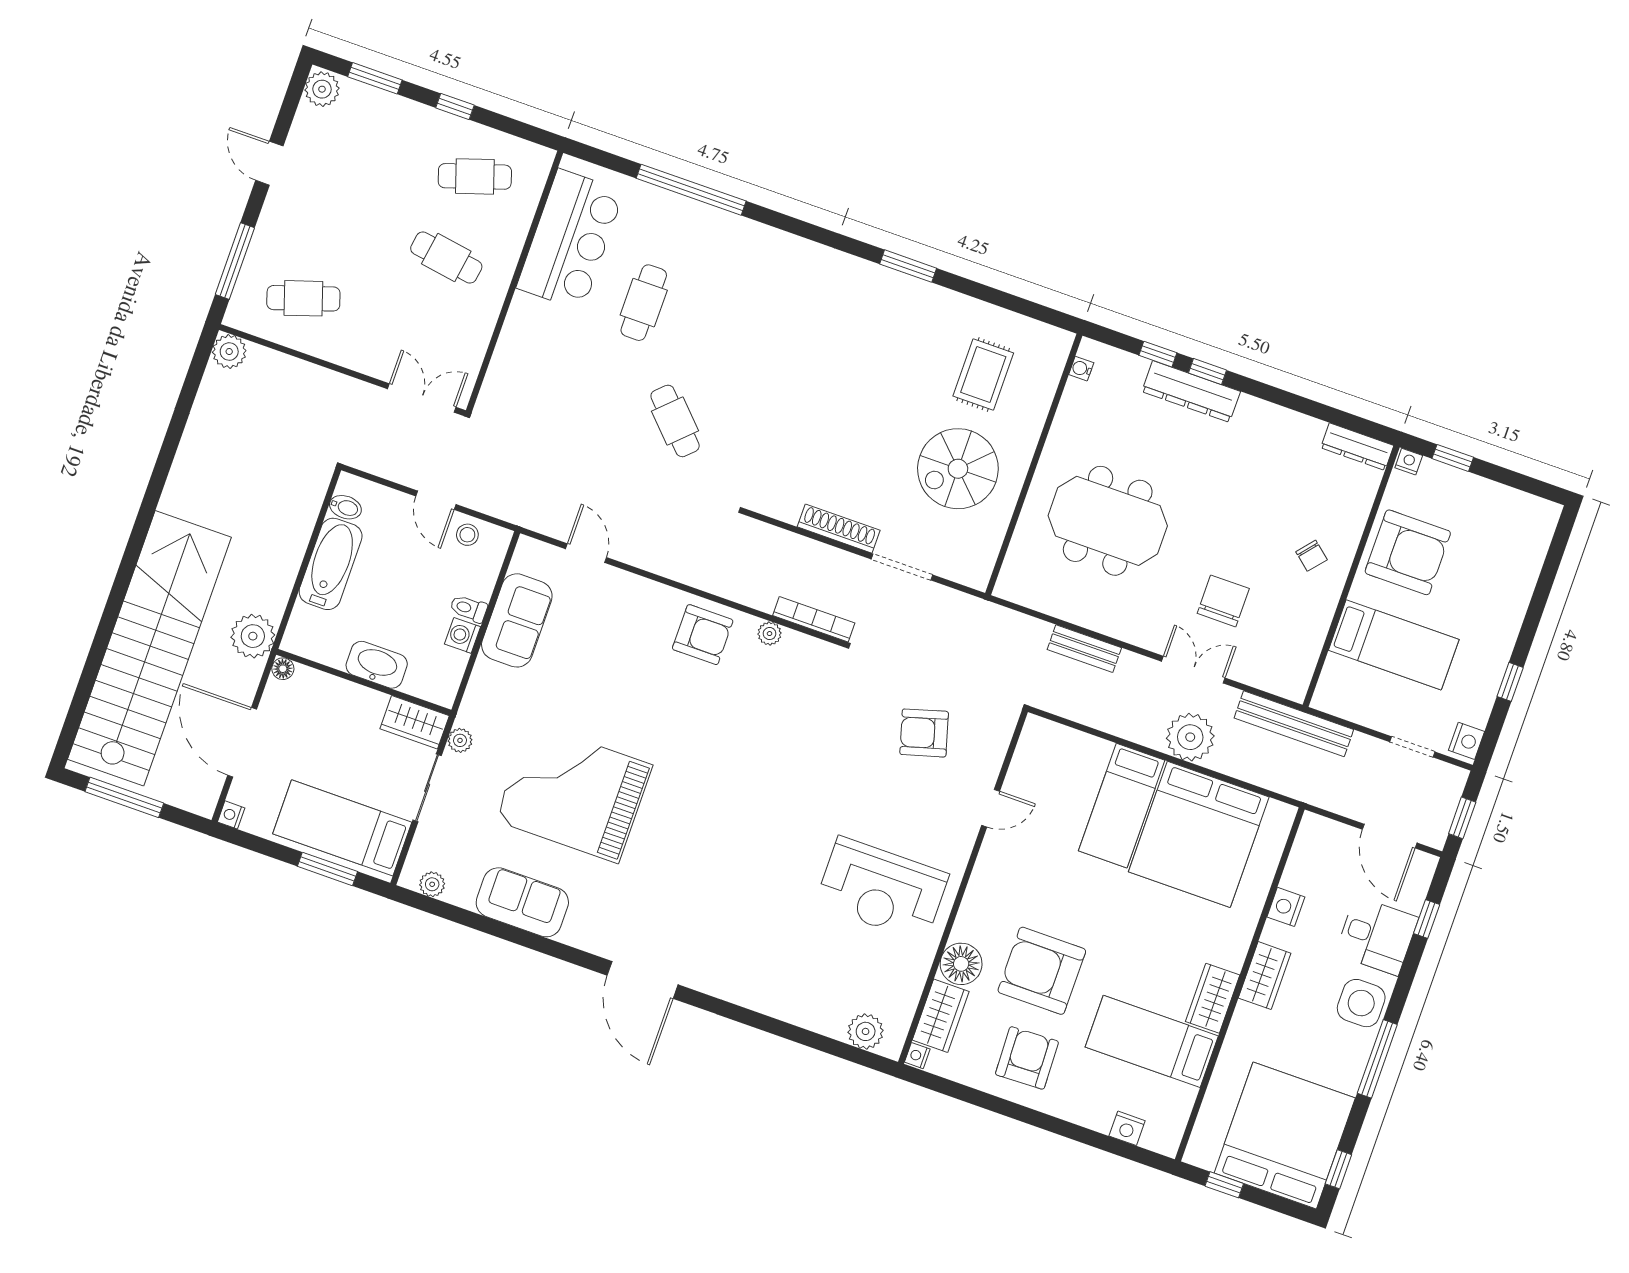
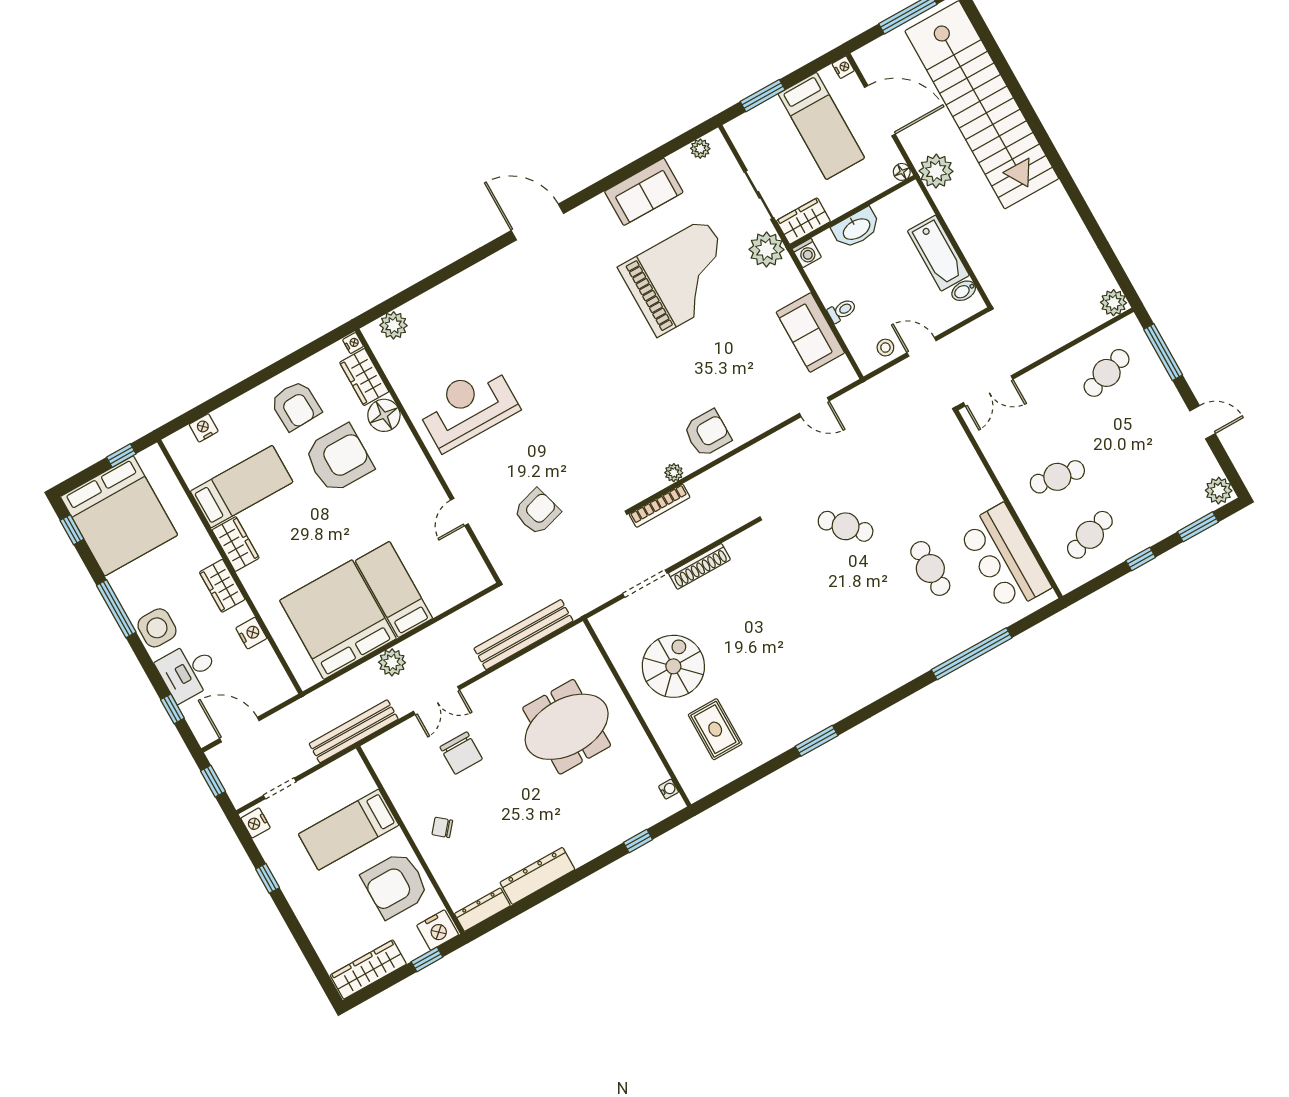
window: (1208, 372) -> (602, 861), removed
dresser: (1191, 391) -> (537, 876), moved
nightstand: (1409, 462) -> (438, 930), width x1.89, depth x1.79
wardrobe: (1513, 506) -> (368, 970), added
washing machine: (463, 635) -> (807, 253), moved, turned 90
armchair: (703, 635) -> (707, 433), turned 180
bench: (1084, 649) -> (523, 635), width x1.86, depth x1.21
plant: (1190, 737) -> (392, 662), width x0.73, depth x0.73
plant: (460, 740) -> (767, 249), width x1.88, depth x1.88
bed: (342, 828) -> (821, 126), moved, turned 90

